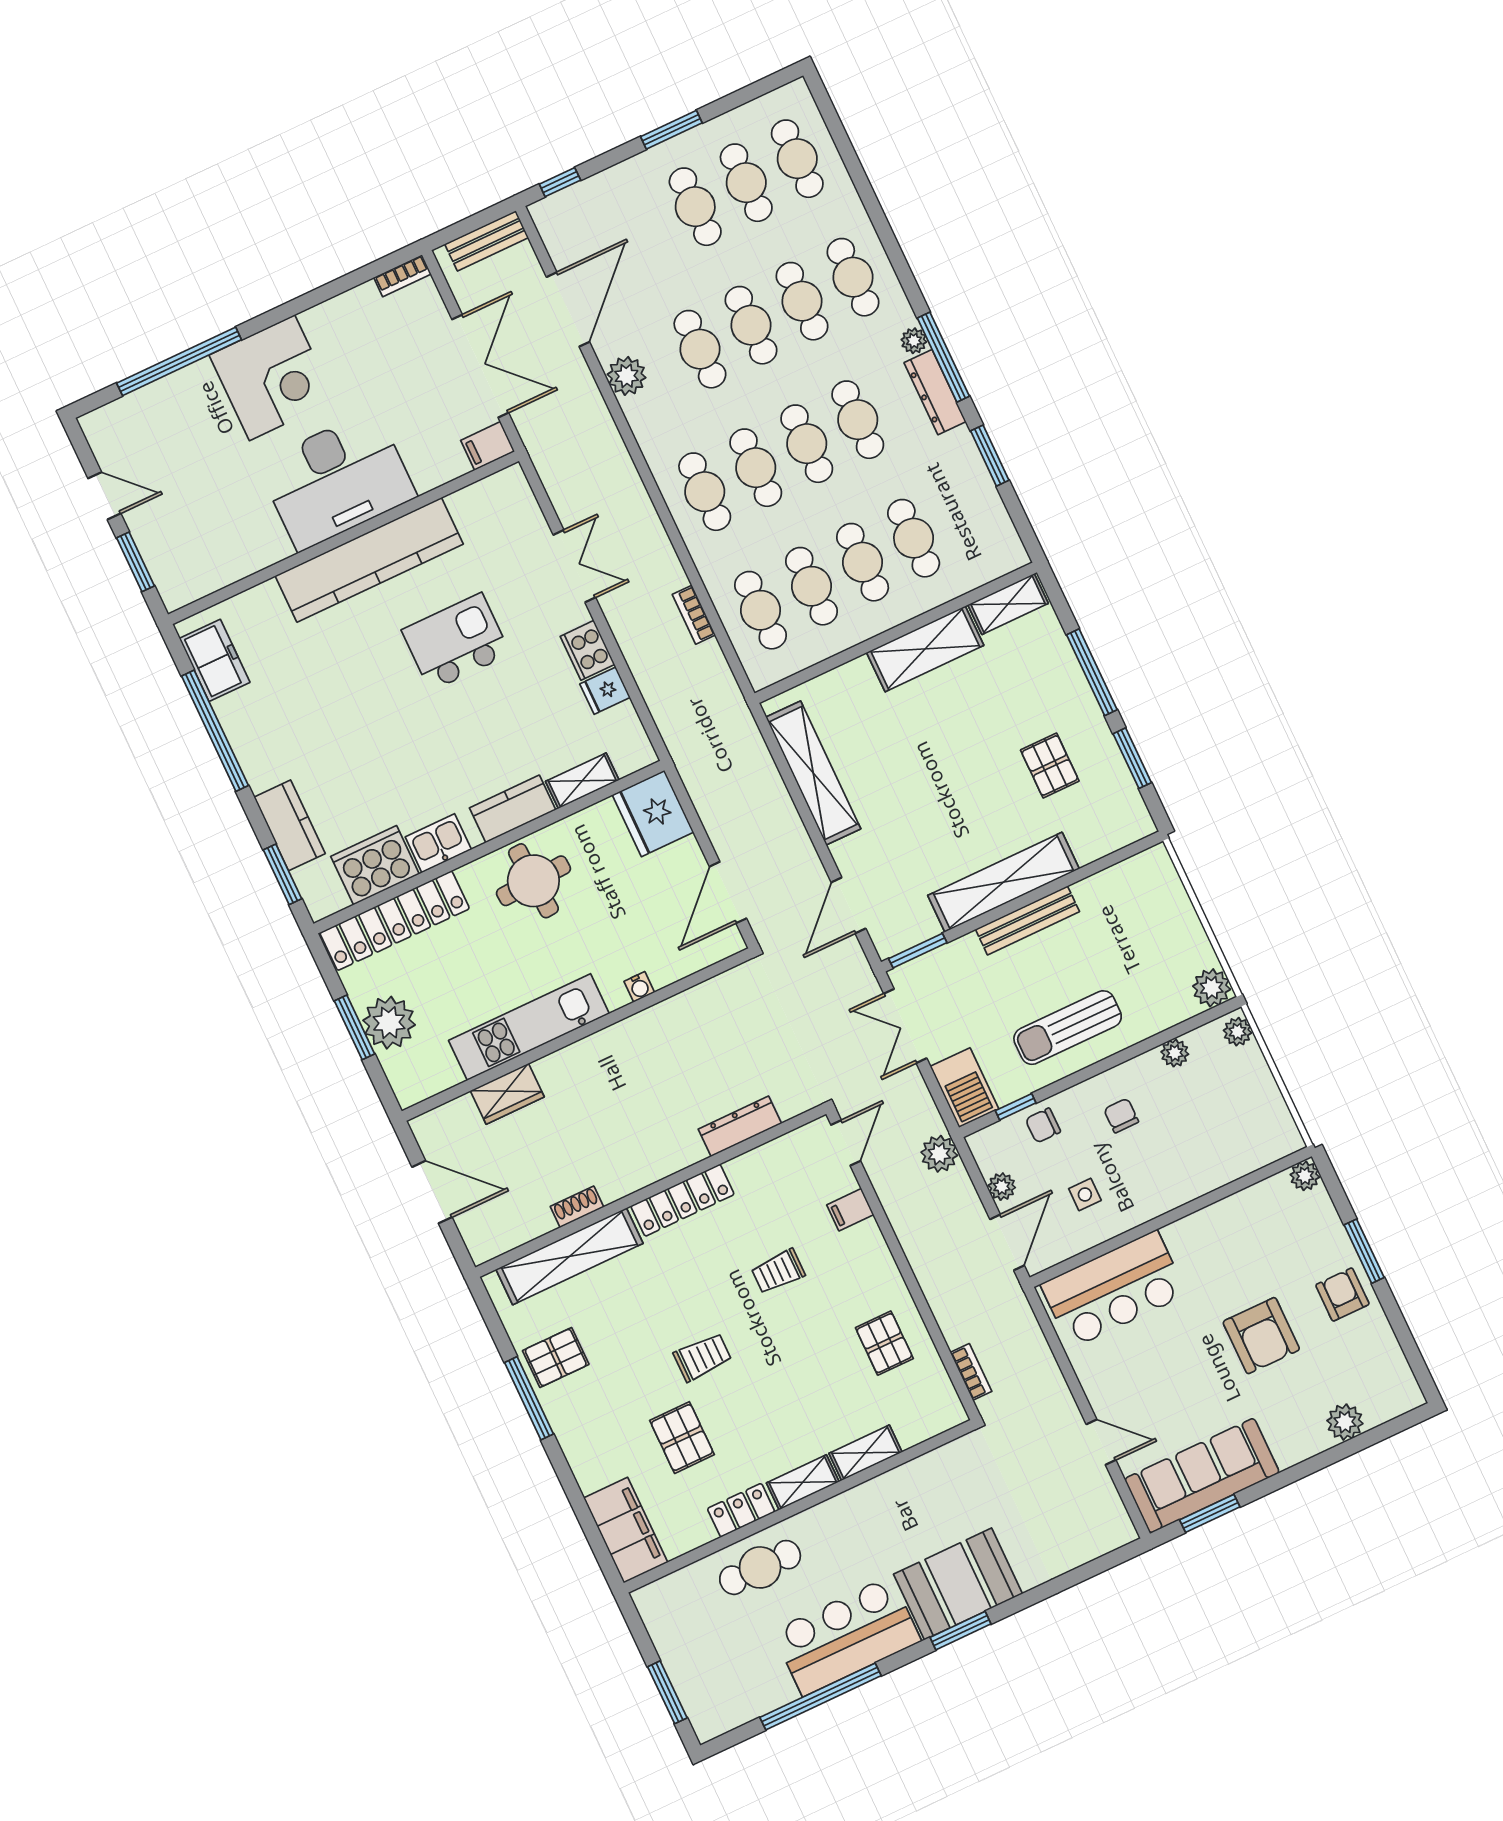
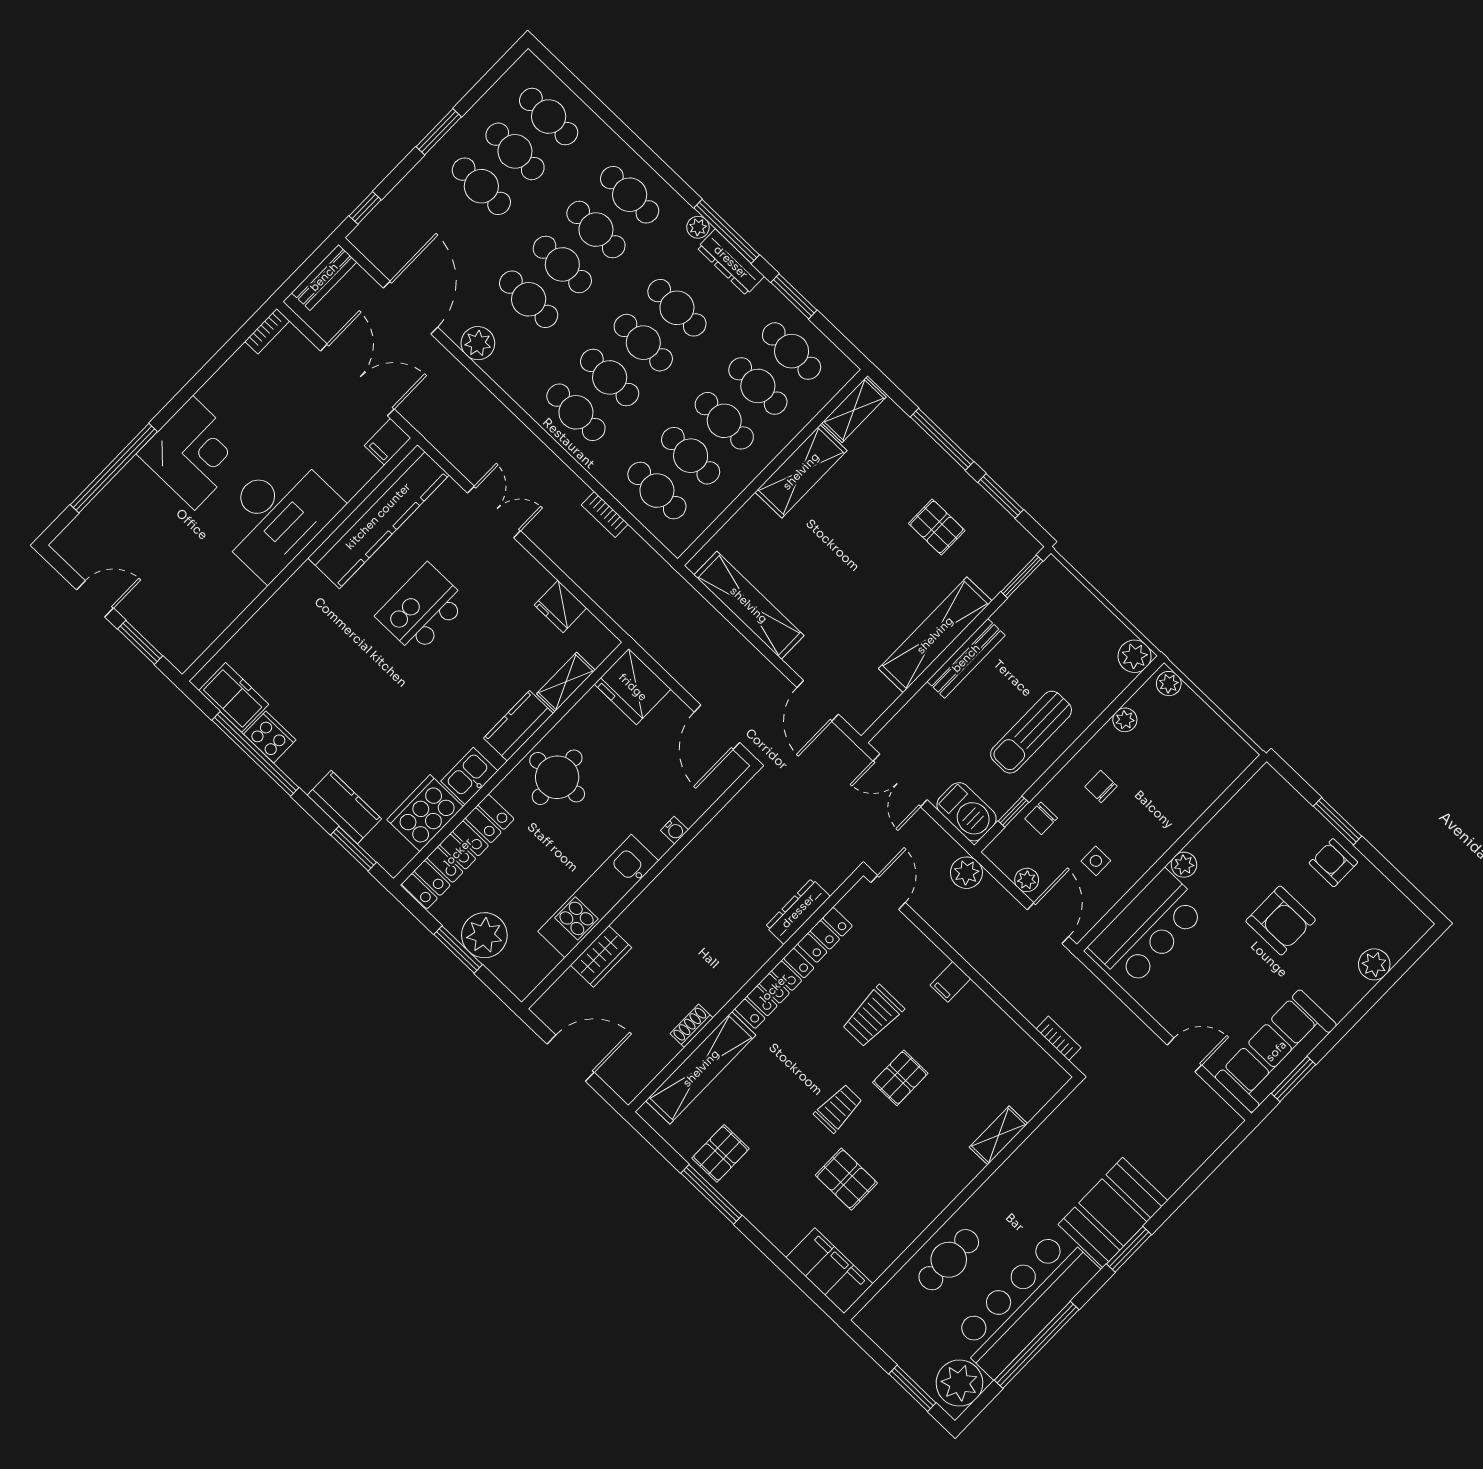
cafe table: (965, 514) -> (792, 351), added
kitchen counter: (369, 560) -> (378, 516), moved
cooker: (587, 650) -> (270, 737), moved, turned 180
fridge: (605, 691) -> (561, 606), width x1.38
window: (918, 951) -> (1022, 576), moved
plant: (1305, 1176) -> (1184, 865), moved
filing cabinet: (850, 1210) -> (950, 982), moved
trolley: (778, 1271) -> (873, 1016), width x1.36, depth x1.39
pallet: (884, 1343) -> (900, 1078), moved, turned 90
shelving: (803, 1482) -> (957, 1178), removed
locker: (741, 1510) -> (825, 935), moved, turned 180
bar counter: (847, 1636) -> (1025, 1303), width x1.36
plant: (721, 1706) -> (959, 1383), added

